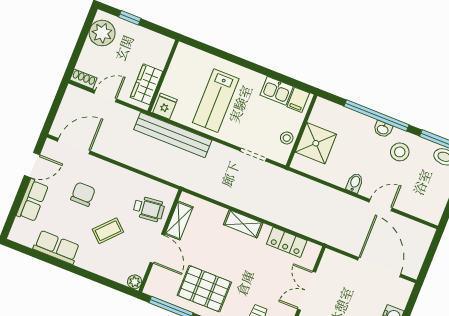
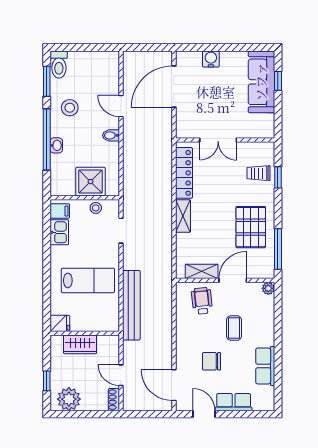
wardrobe: (147, 84) -> (80, 344), moved
fridge: (165, 106) -> (60, 323), moved, turned 180
washbasin: (383, 129) -> (56, 145), moved
coffee table: (108, 231) -> (234, 328), turned 47
locker: (287, 242) -> (184, 173), width x1.53

